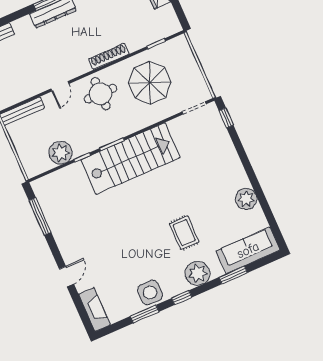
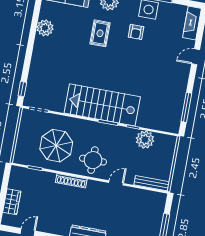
armchair: (147, 260) -> (136, 32), added

